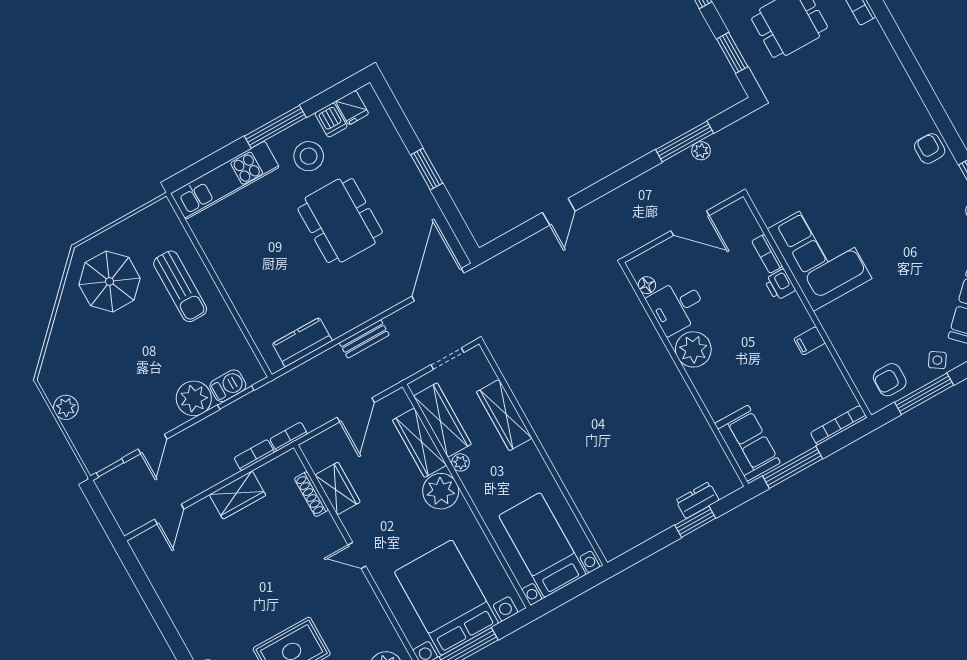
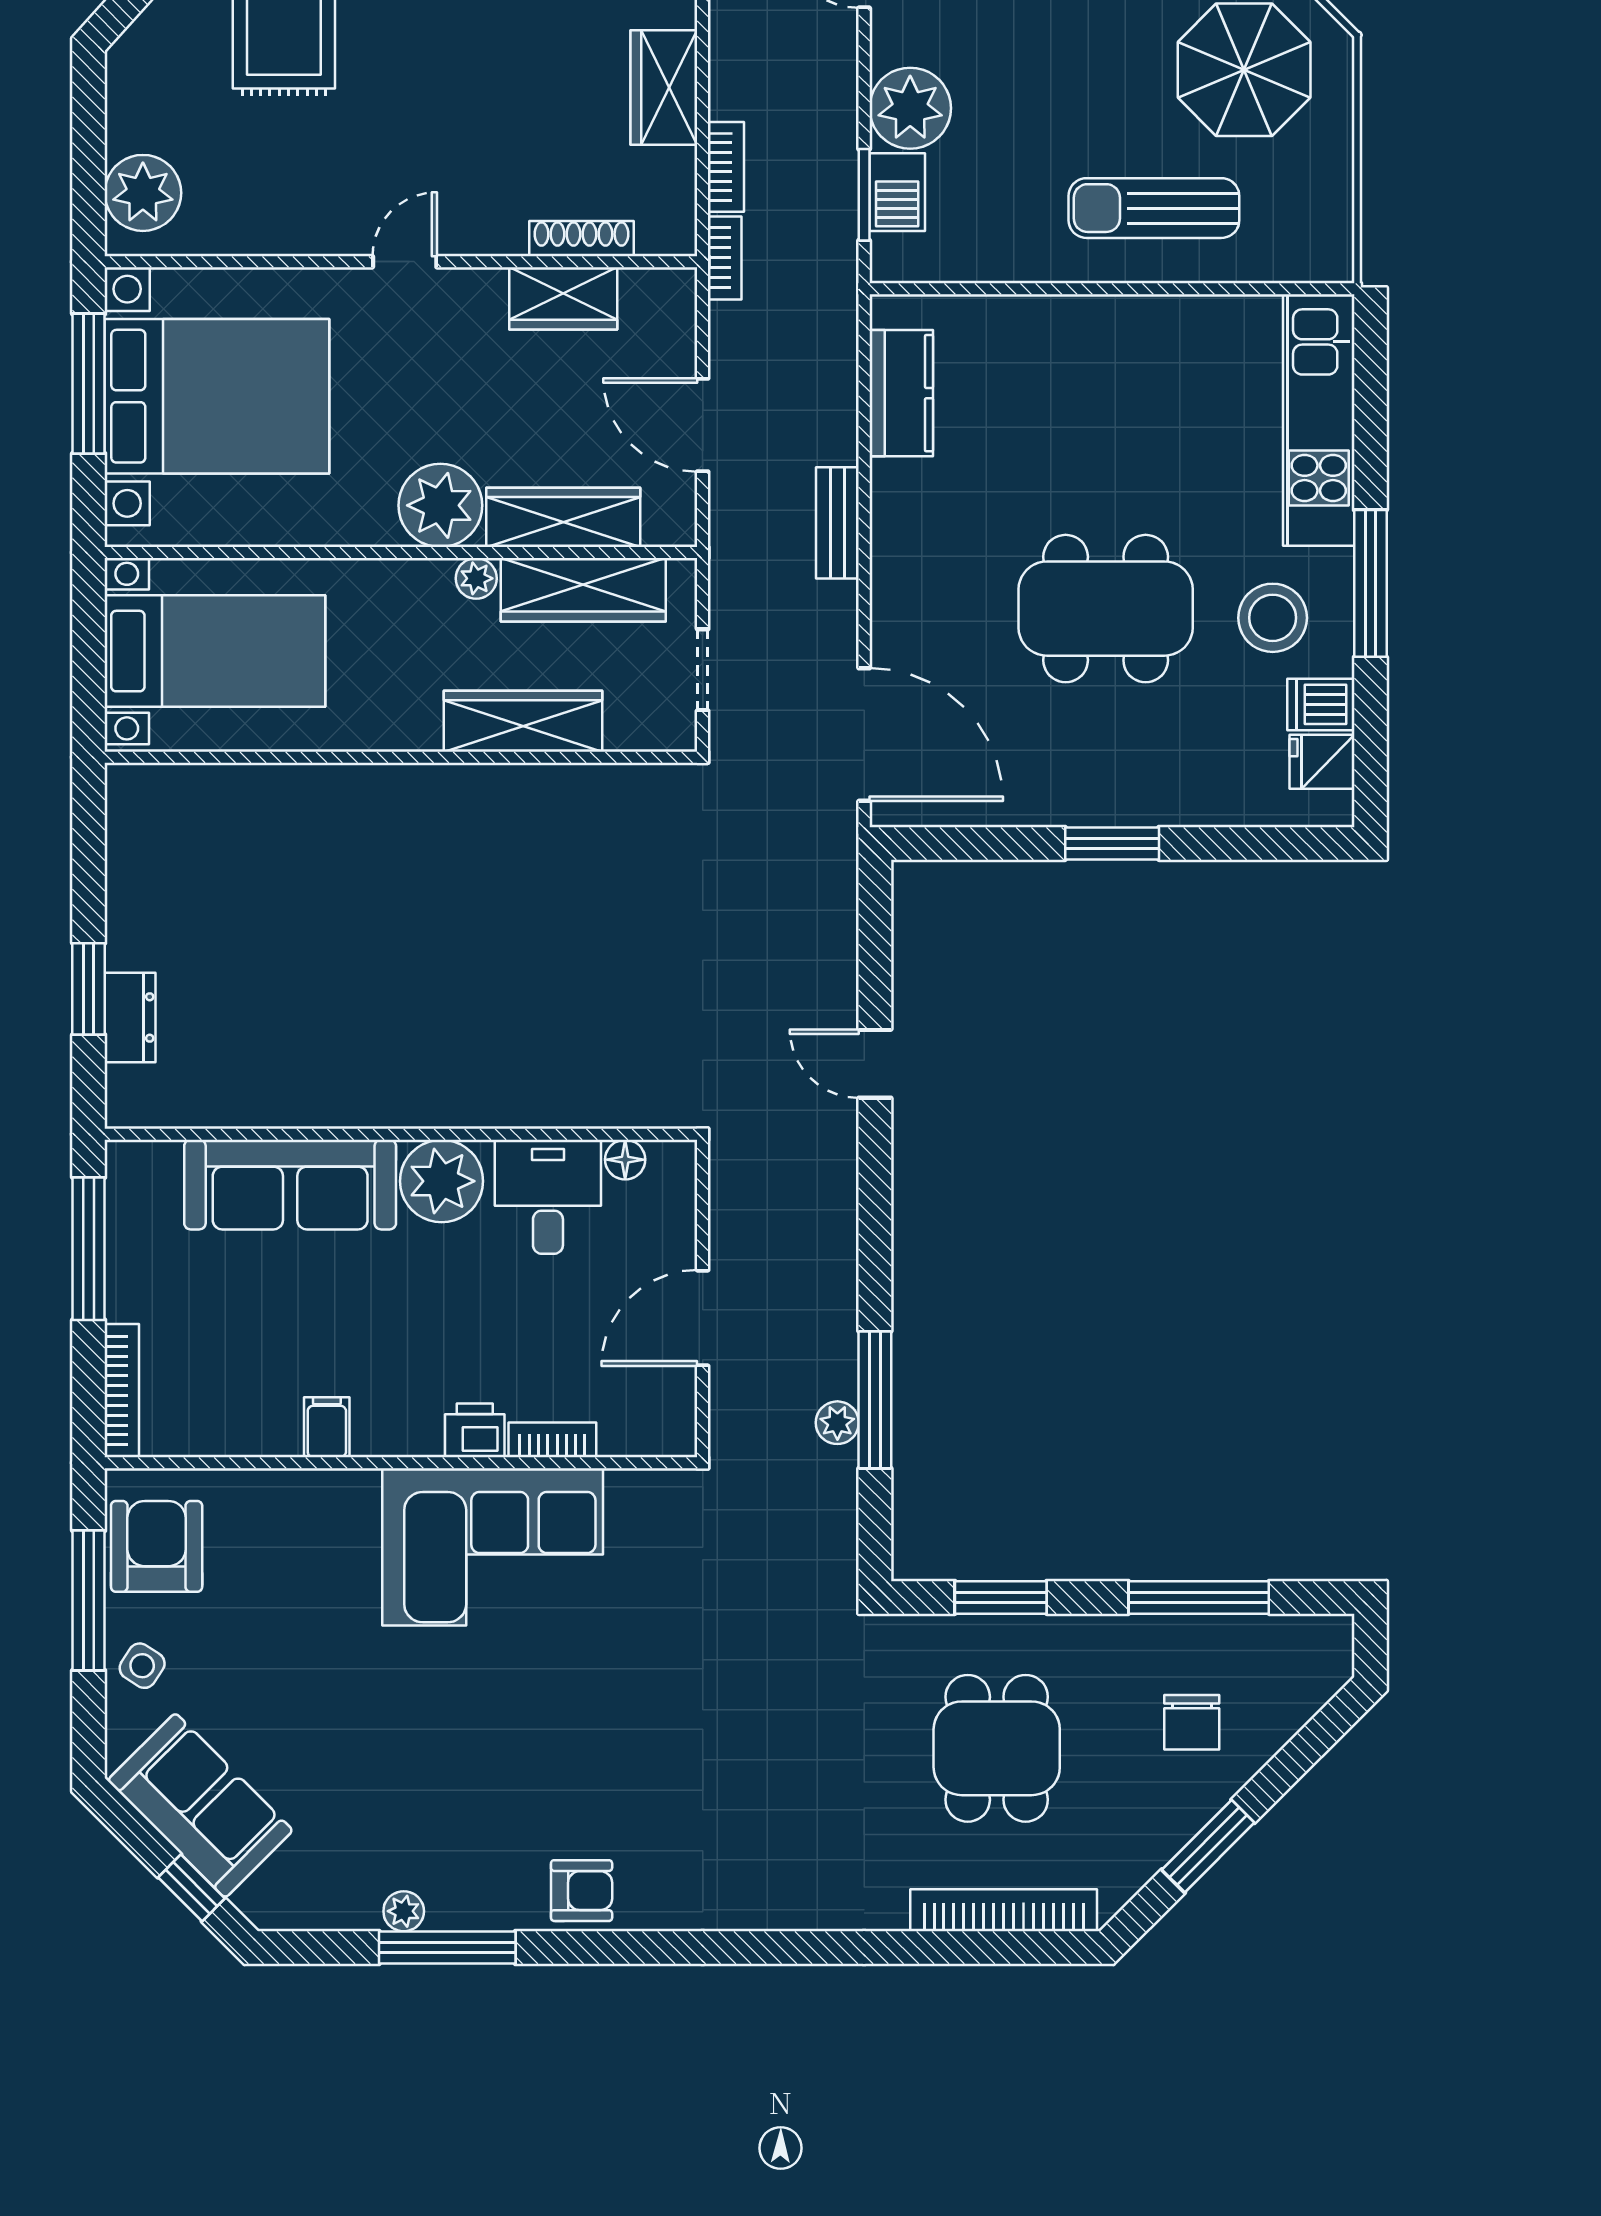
armchair: (890, 380) -> (157, 1546), width x1.38, depth x1.38
sofa: (747, 443) -> (290, 1185), moved, width x1.36

